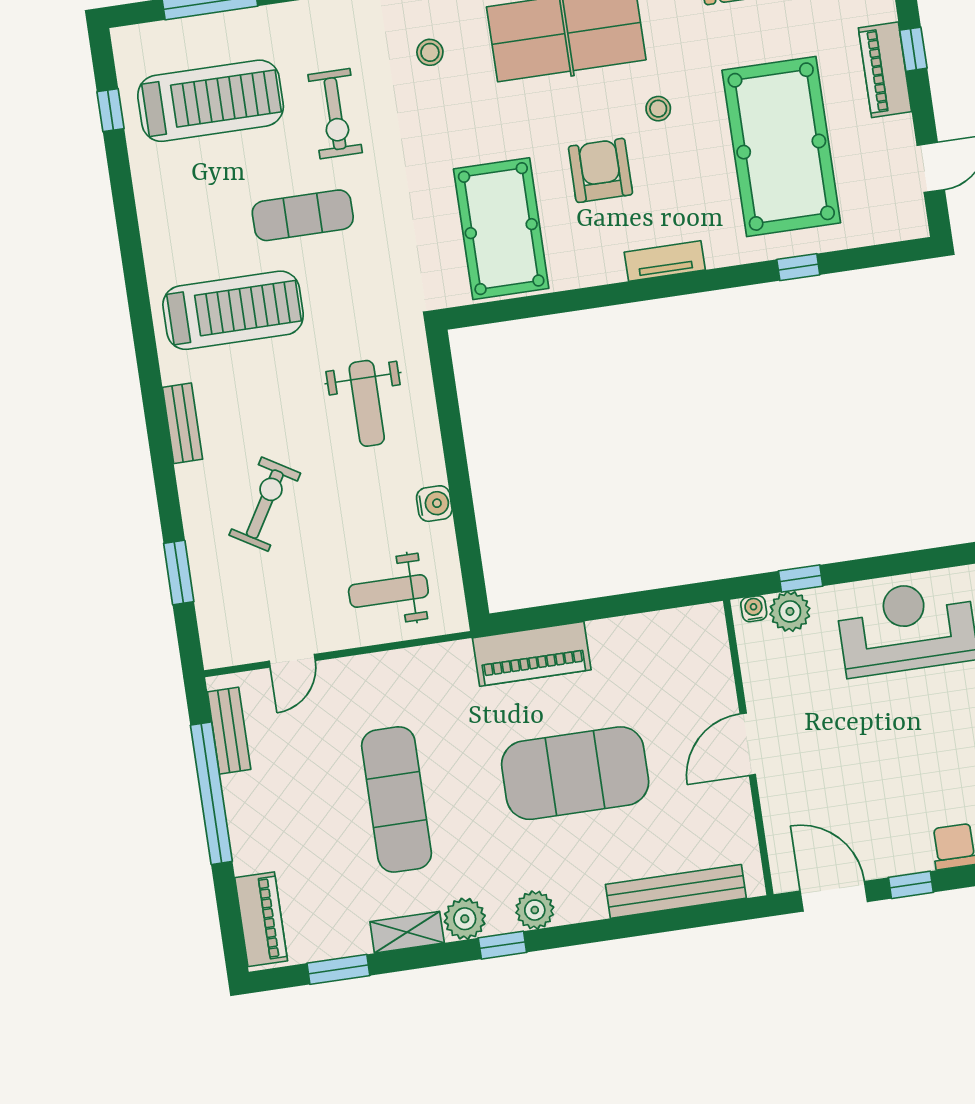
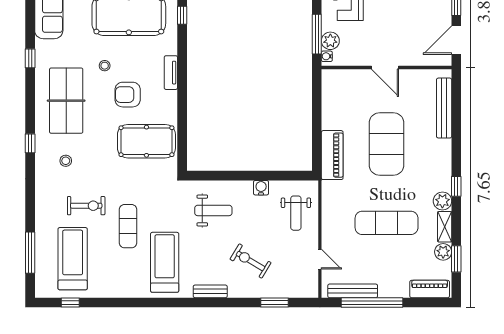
window: (801, 579) -> (317, 34), width x2.17
bench: (229, 731) -> (353, 291), width x1.36
plant: (535, 910) -> (443, 252), moved

